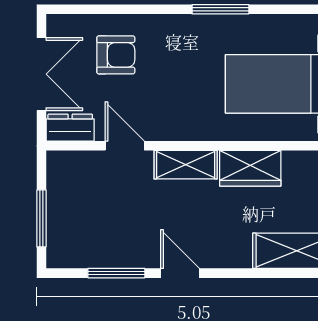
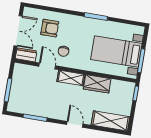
chair: (158, 104) -> (63, 51), added
door: (180, 273) -> (75, 124), moved

